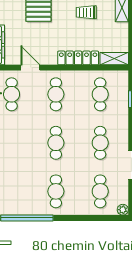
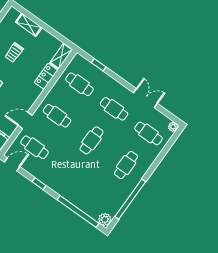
locker: (78, 58) -> (46, 76), width x0.66
cafe table: (56, 143) -> (92, 140), turned 90
cafe table: (56, 191) -> (126, 165), turned 90

